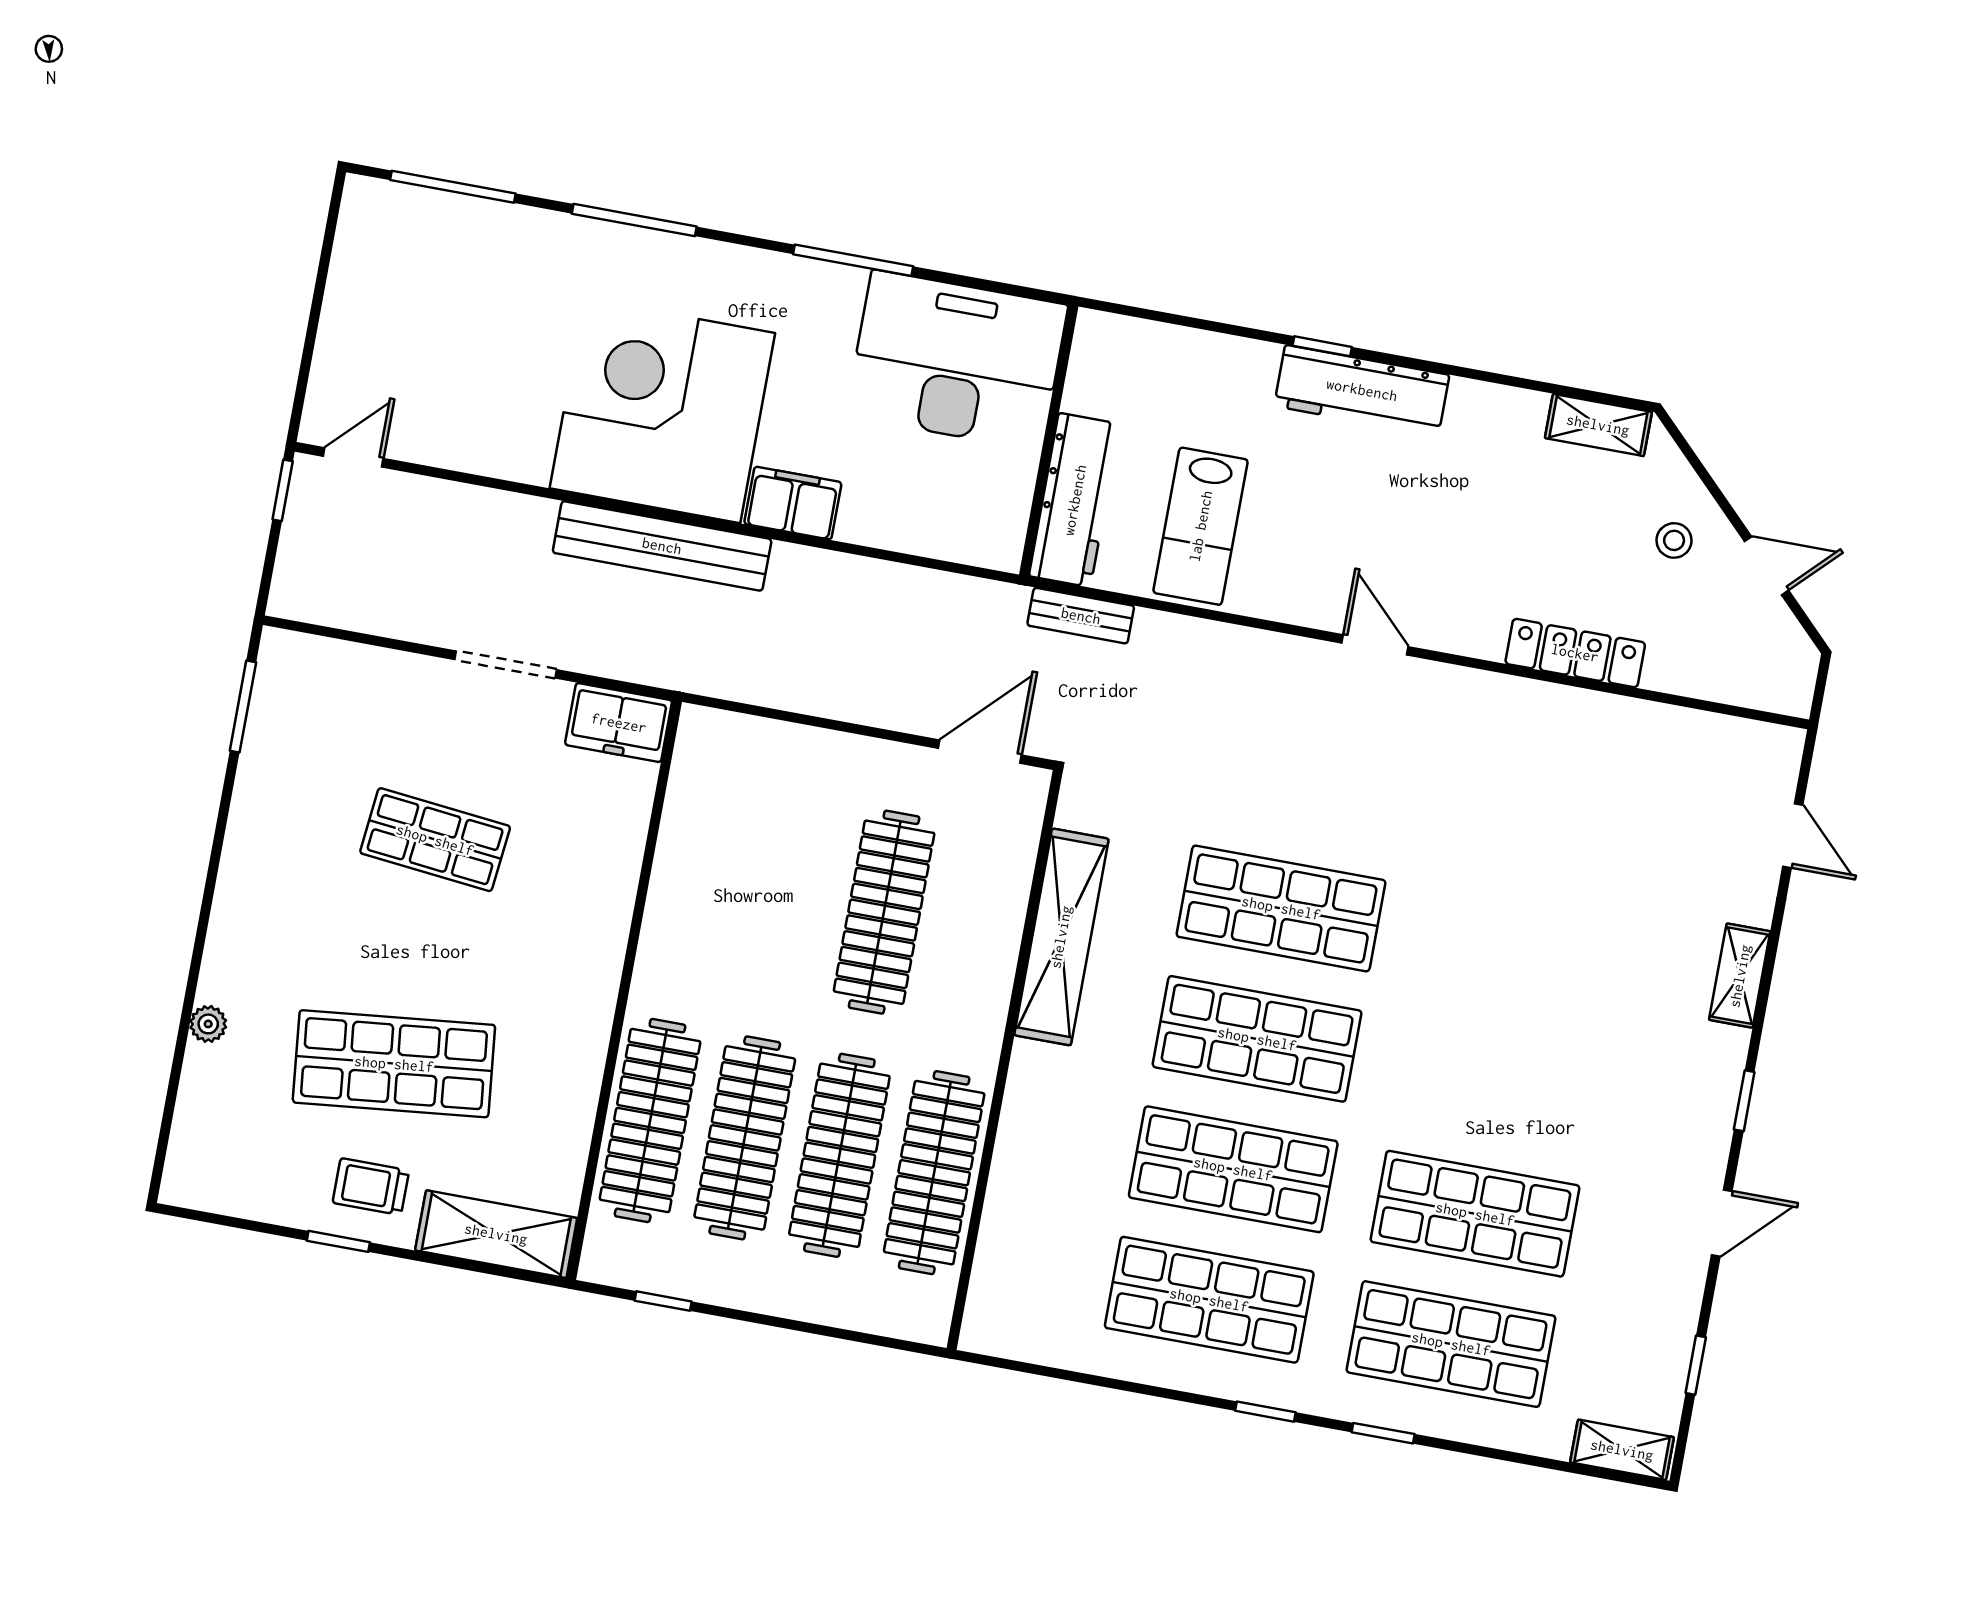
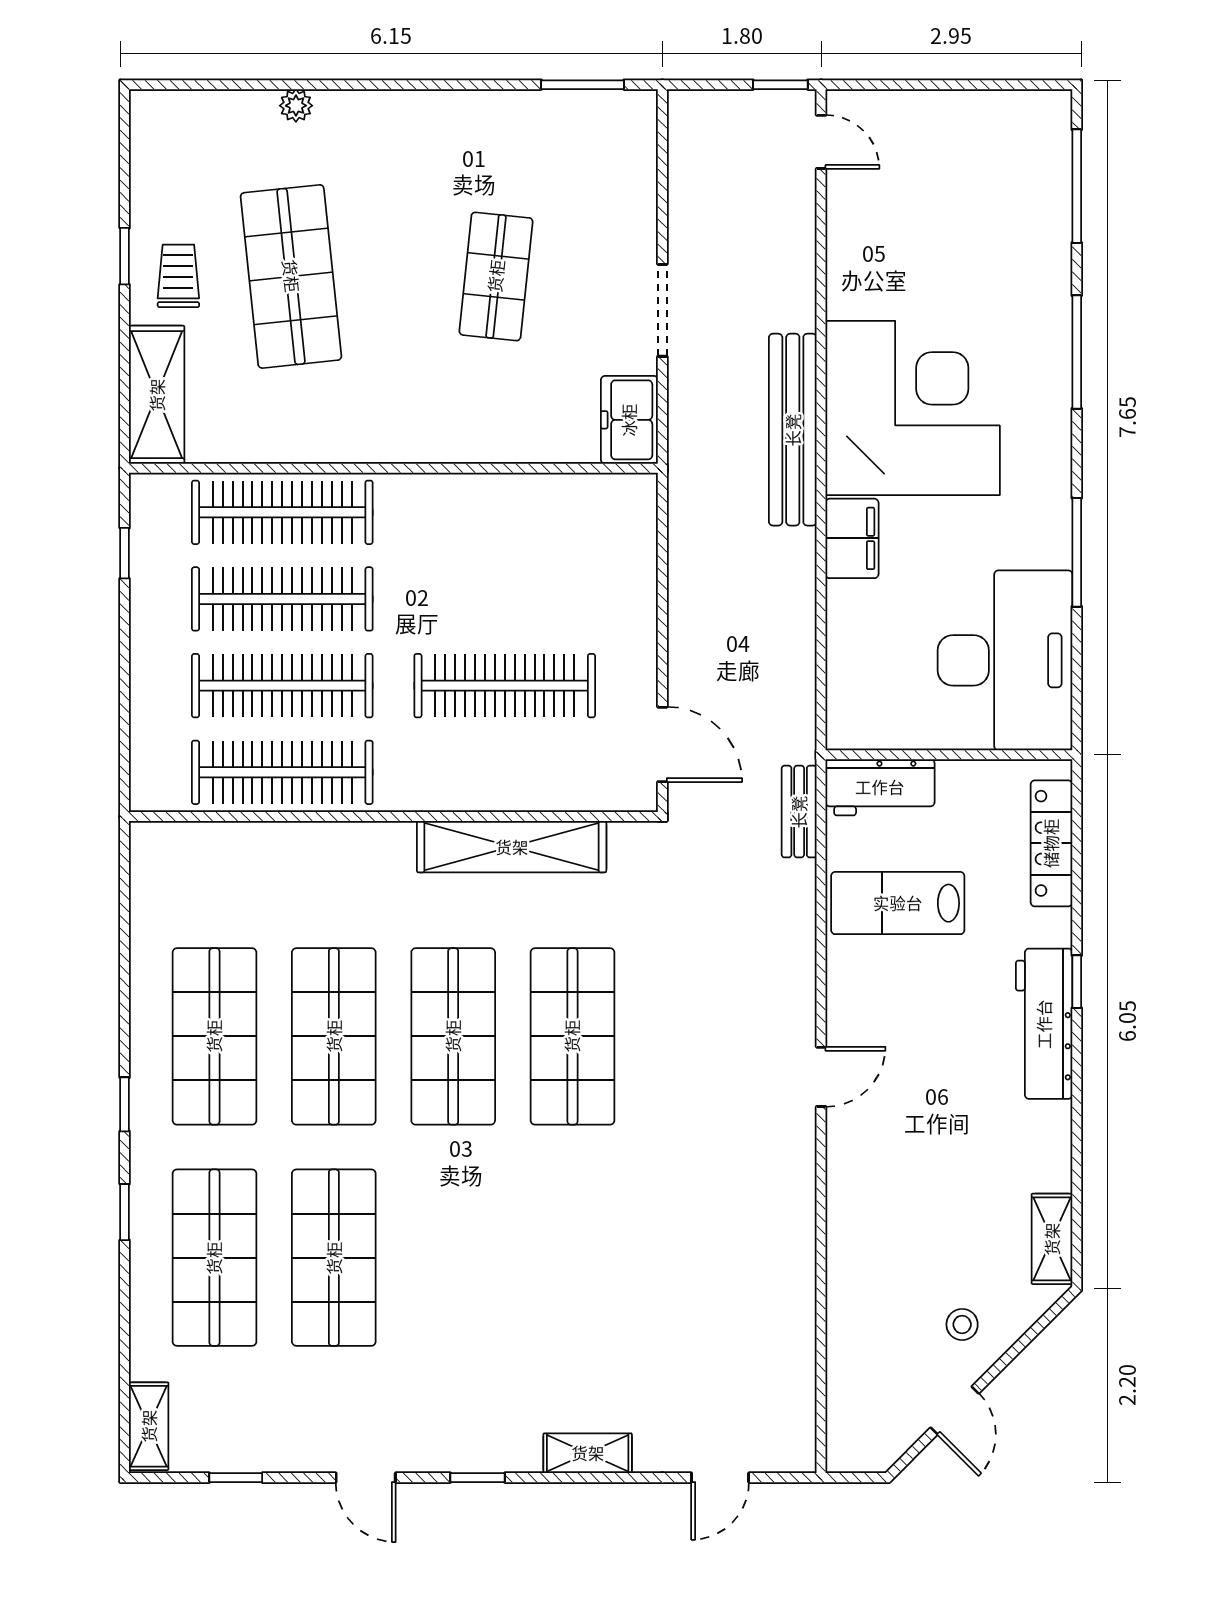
workbench: (1075, 500) -> (880, 787), width x0.73
locker: (1575, 653) -> (1051, 843), moved, turned 180

